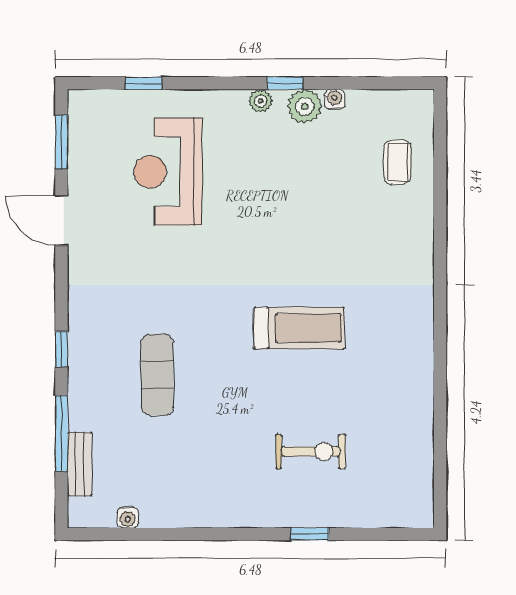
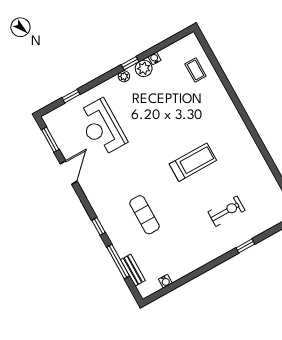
door: (61, 220) -> (69, 172), swing flipped

